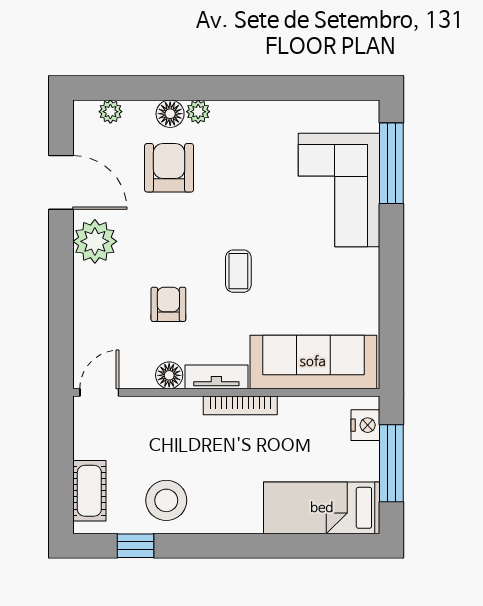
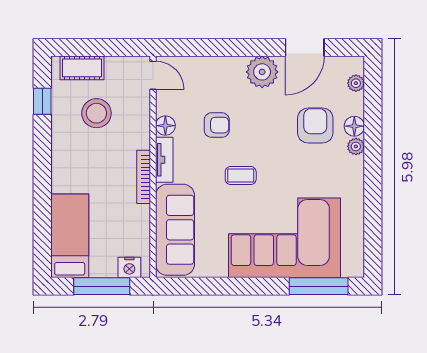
armchair: (169, 168) -> (315, 126), turned -90
corner sofa: (339, 190) -> (284, 238), width x1.36, depth x1.36
stool: (166, 500) -> (96, 113), moved

